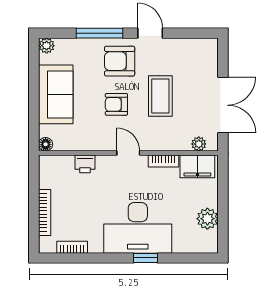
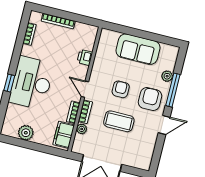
plant: (47, 46) -> (167, 76), moved
floor lamp: (46, 144) -> (105, 33), removed
plant: (199, 144) -> (82, 129), moved
bookcase: (159, 145) -> (85, 112), added
door: (128, 153) -> (85, 89), swing flipped

